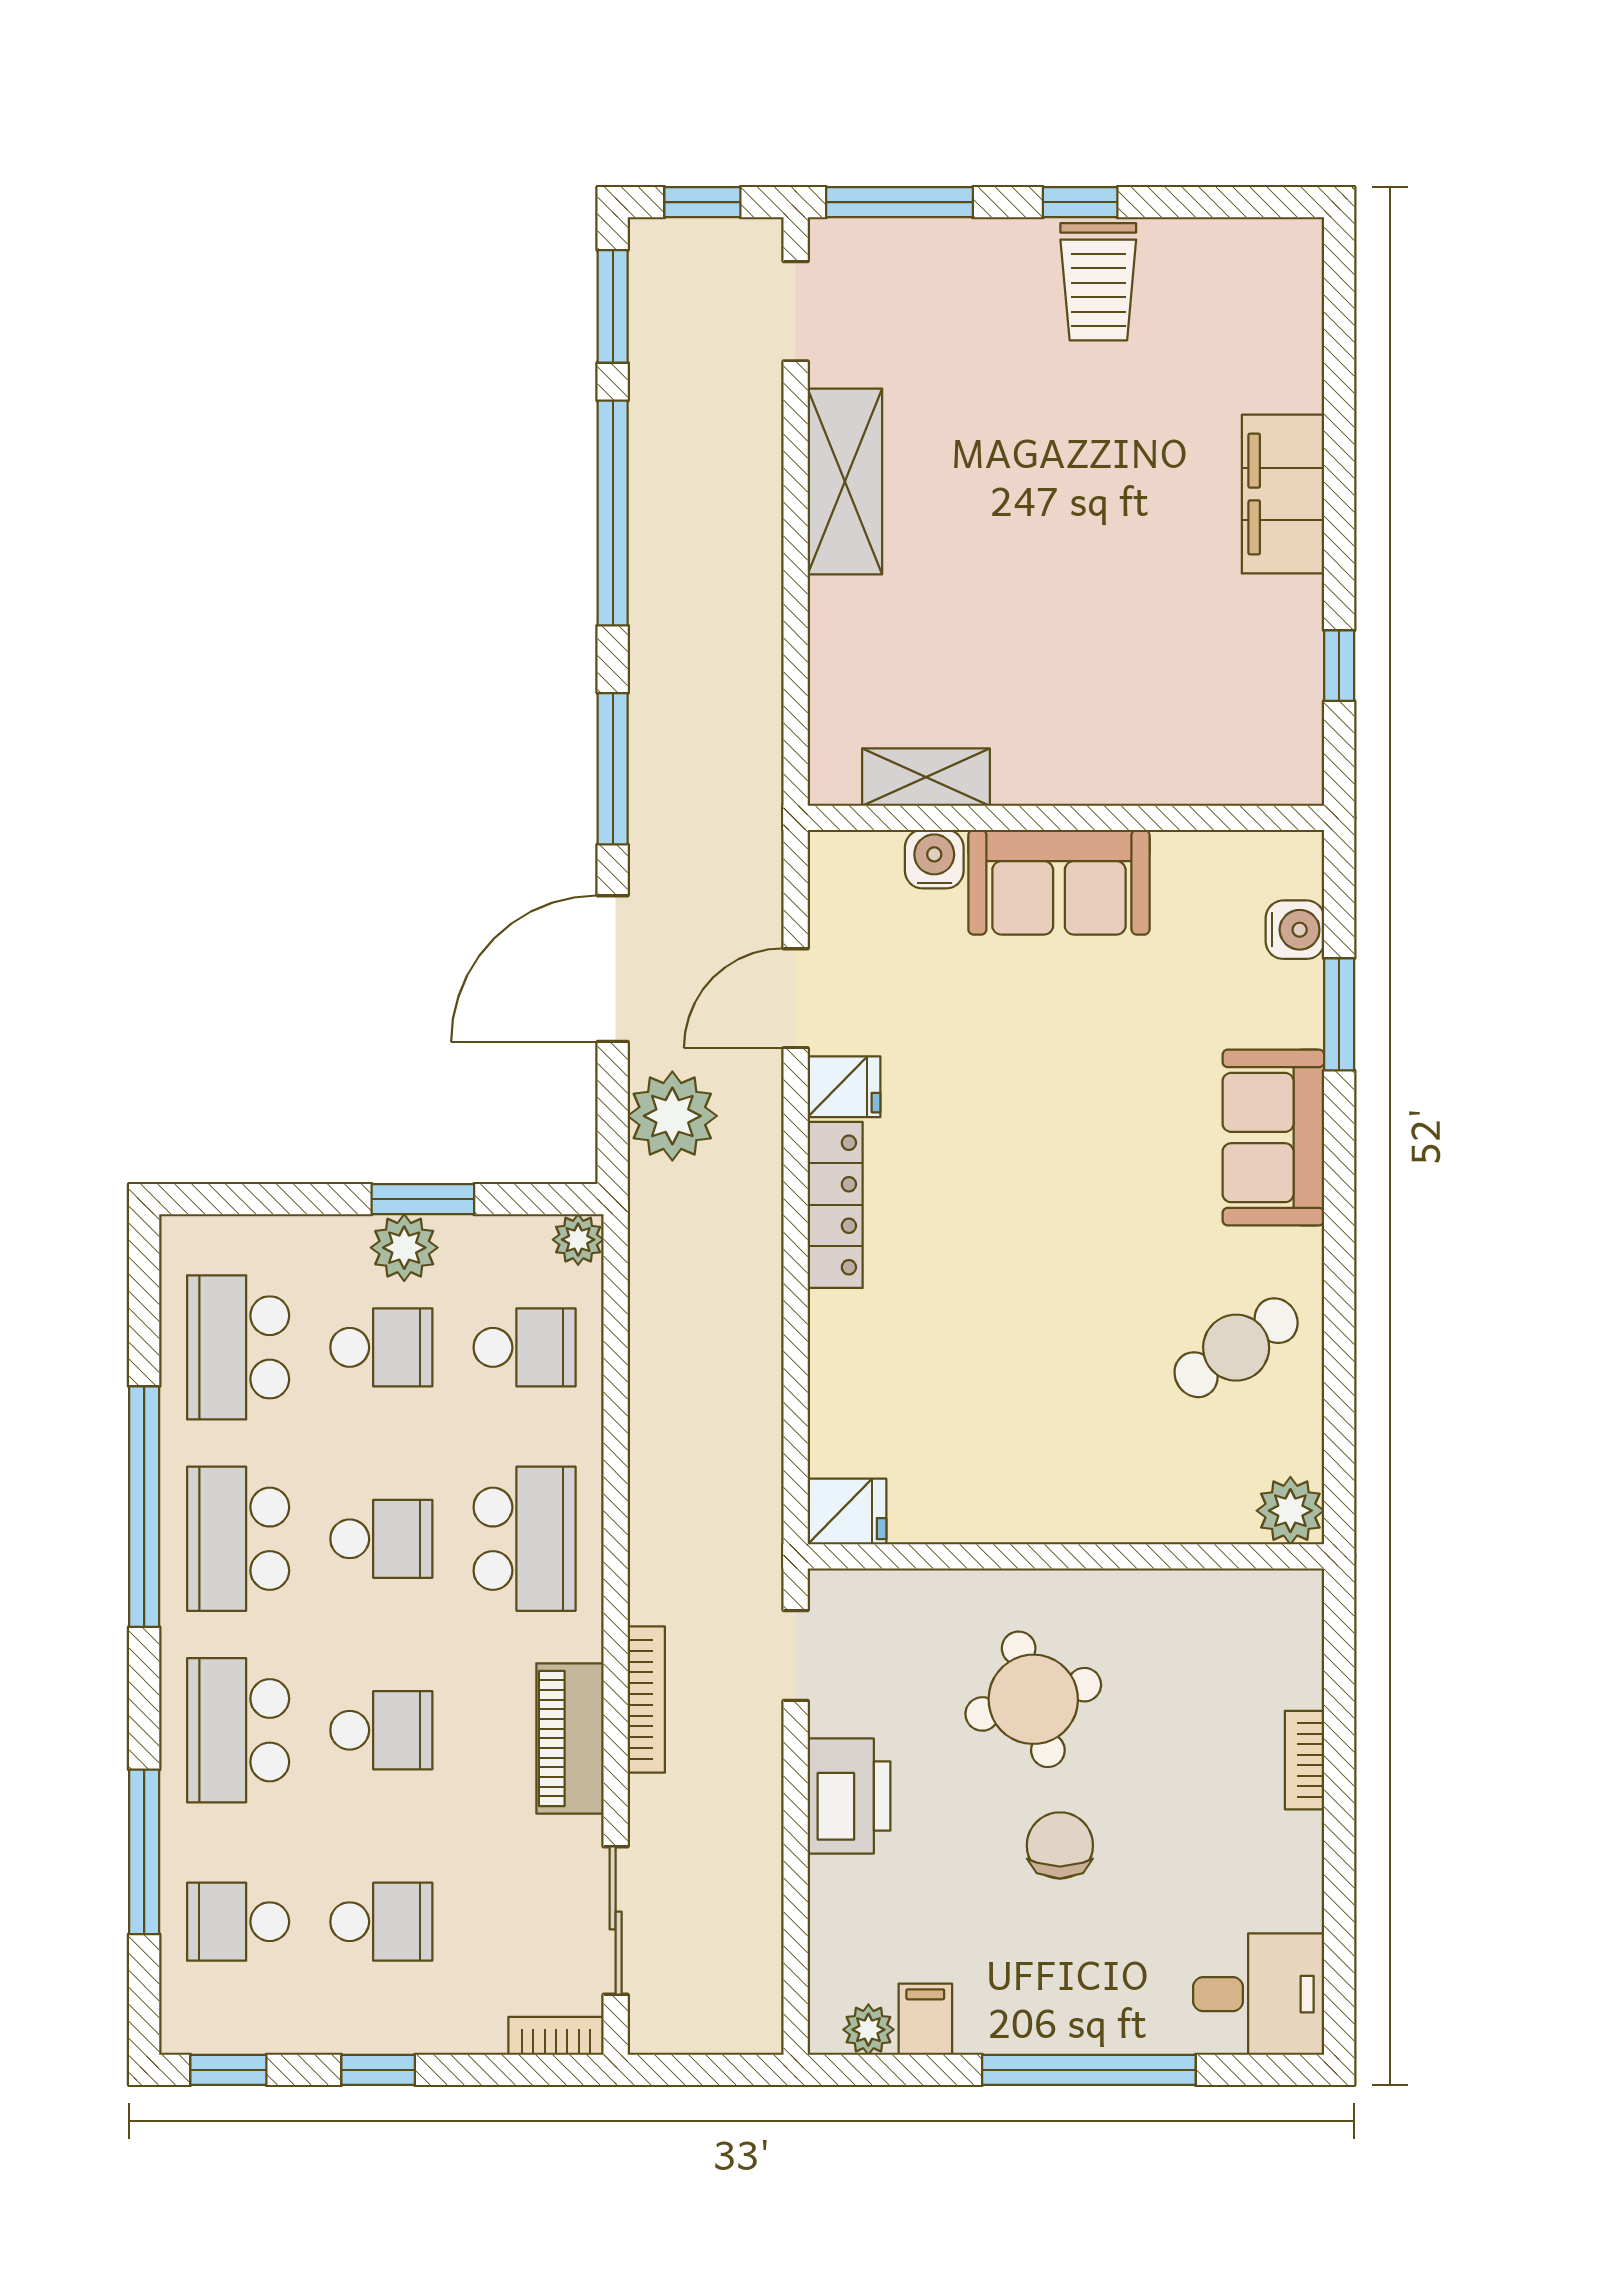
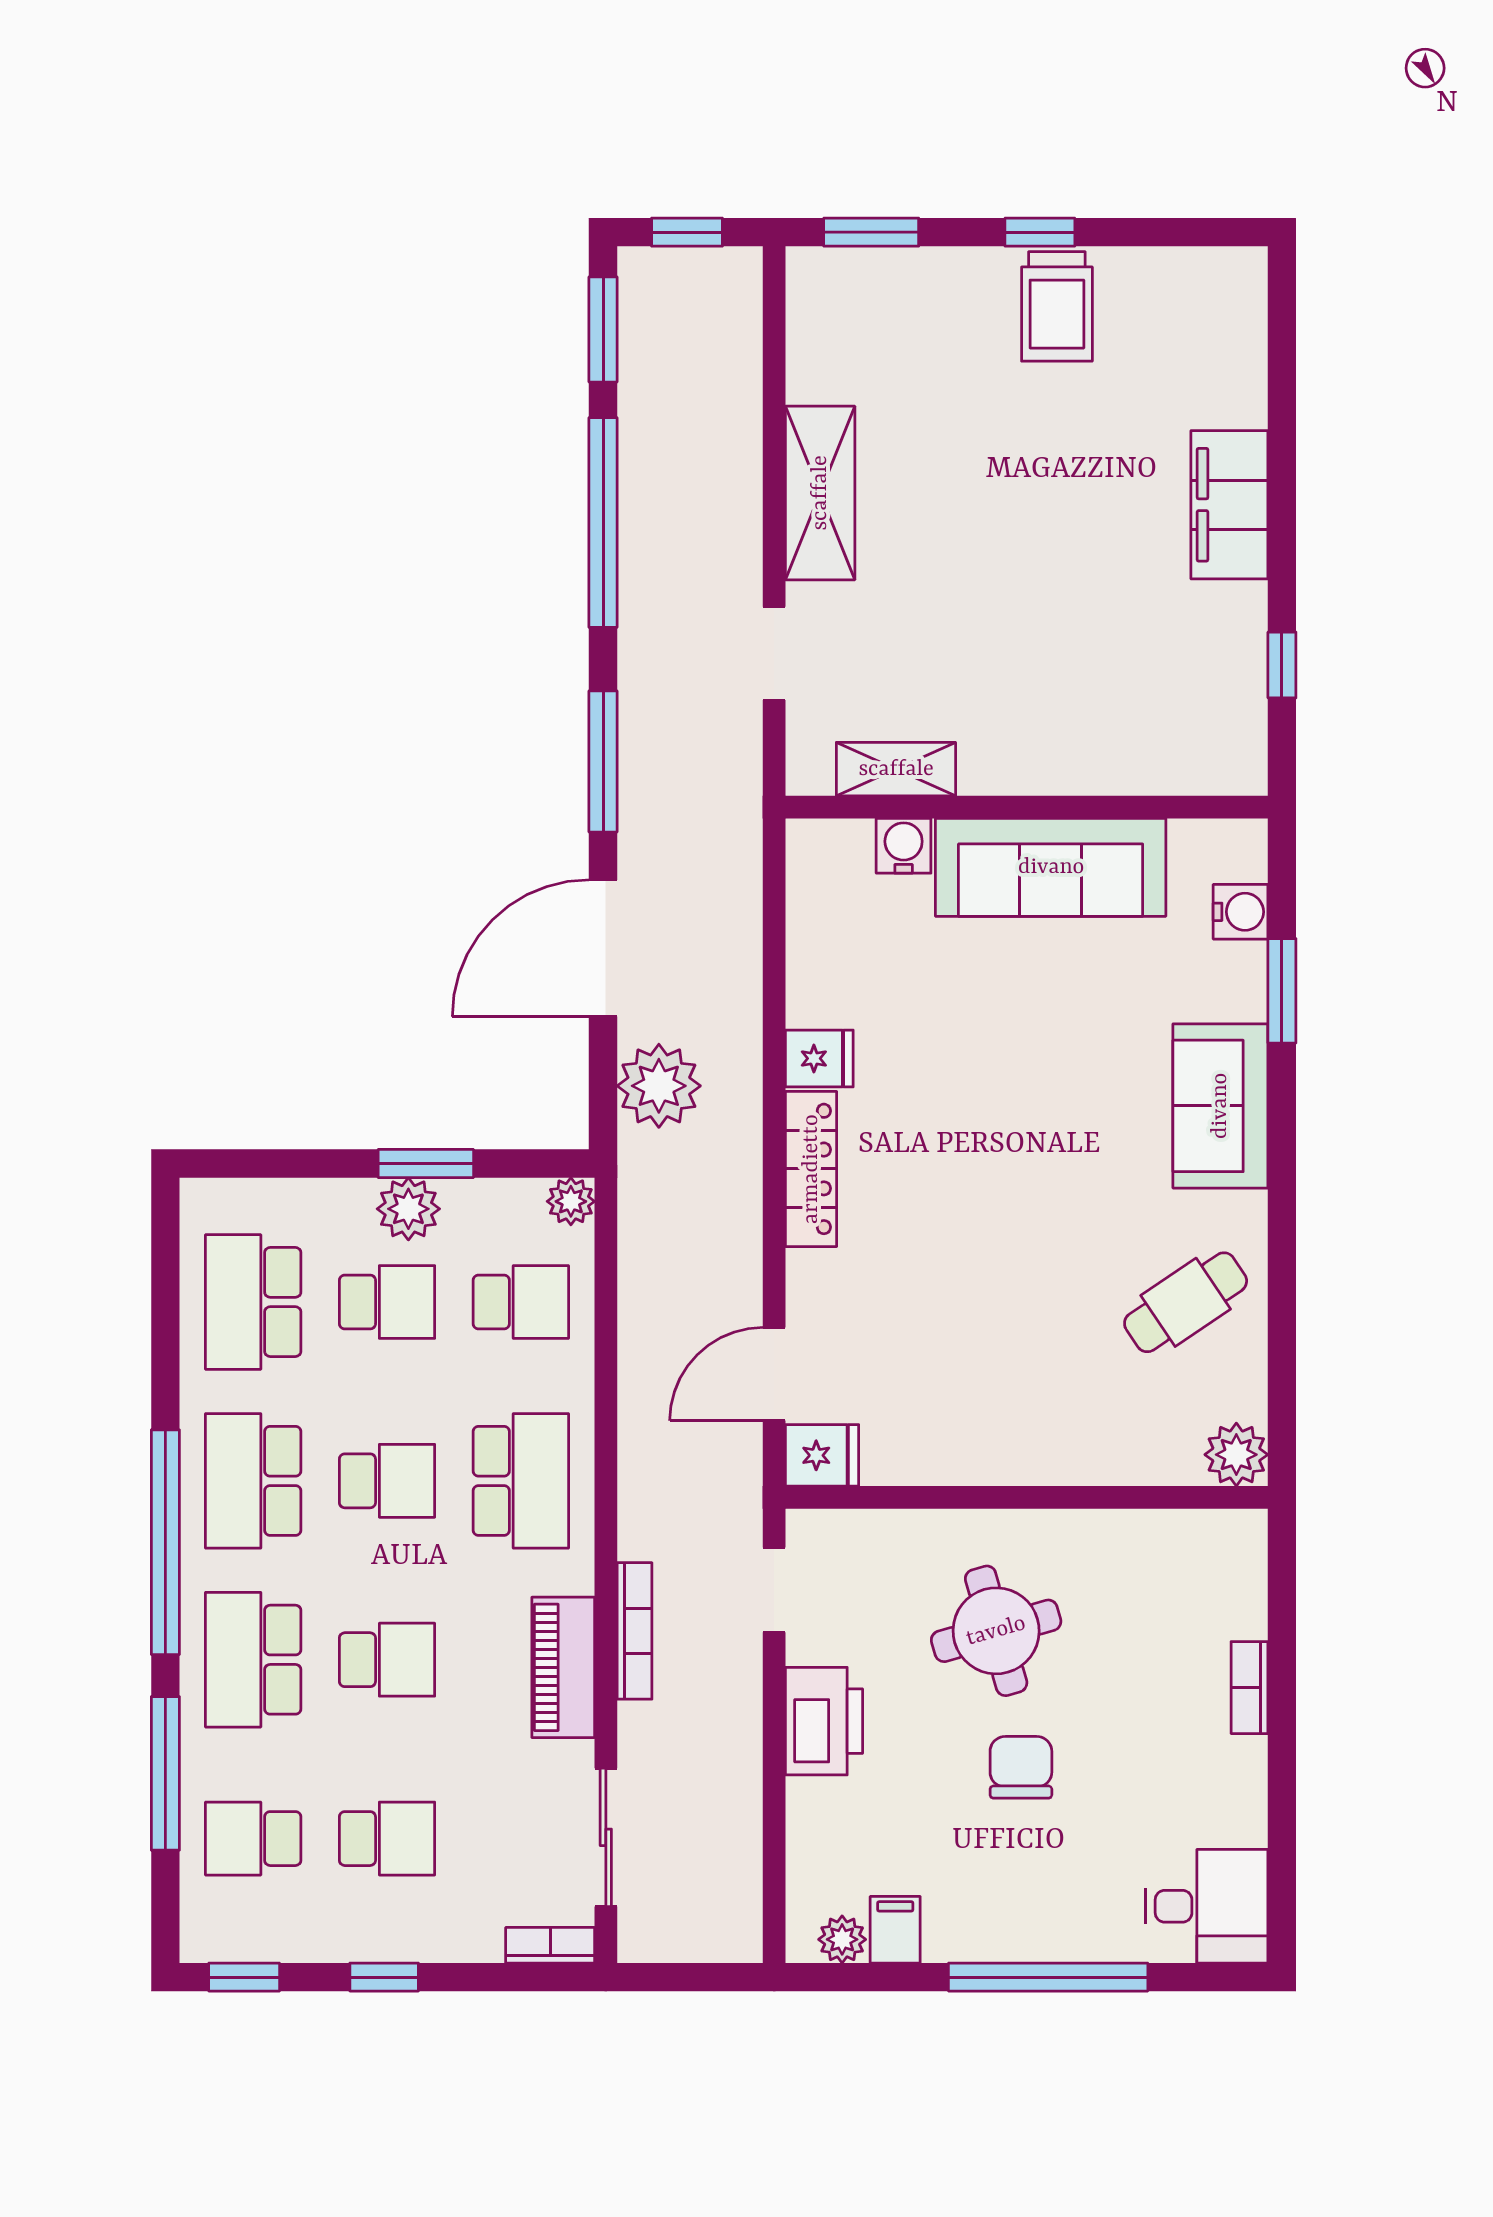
window: (900, 202) -> (871, 232), width x0.69
doorway: (796, 311) -> (774, 653), moved
sofa: (1059, 882) -> (1051, 867), width x1.36
door: (796, 998) -> (774, 1374), moved
window: (144, 1507) -> (165, 1542), moved

